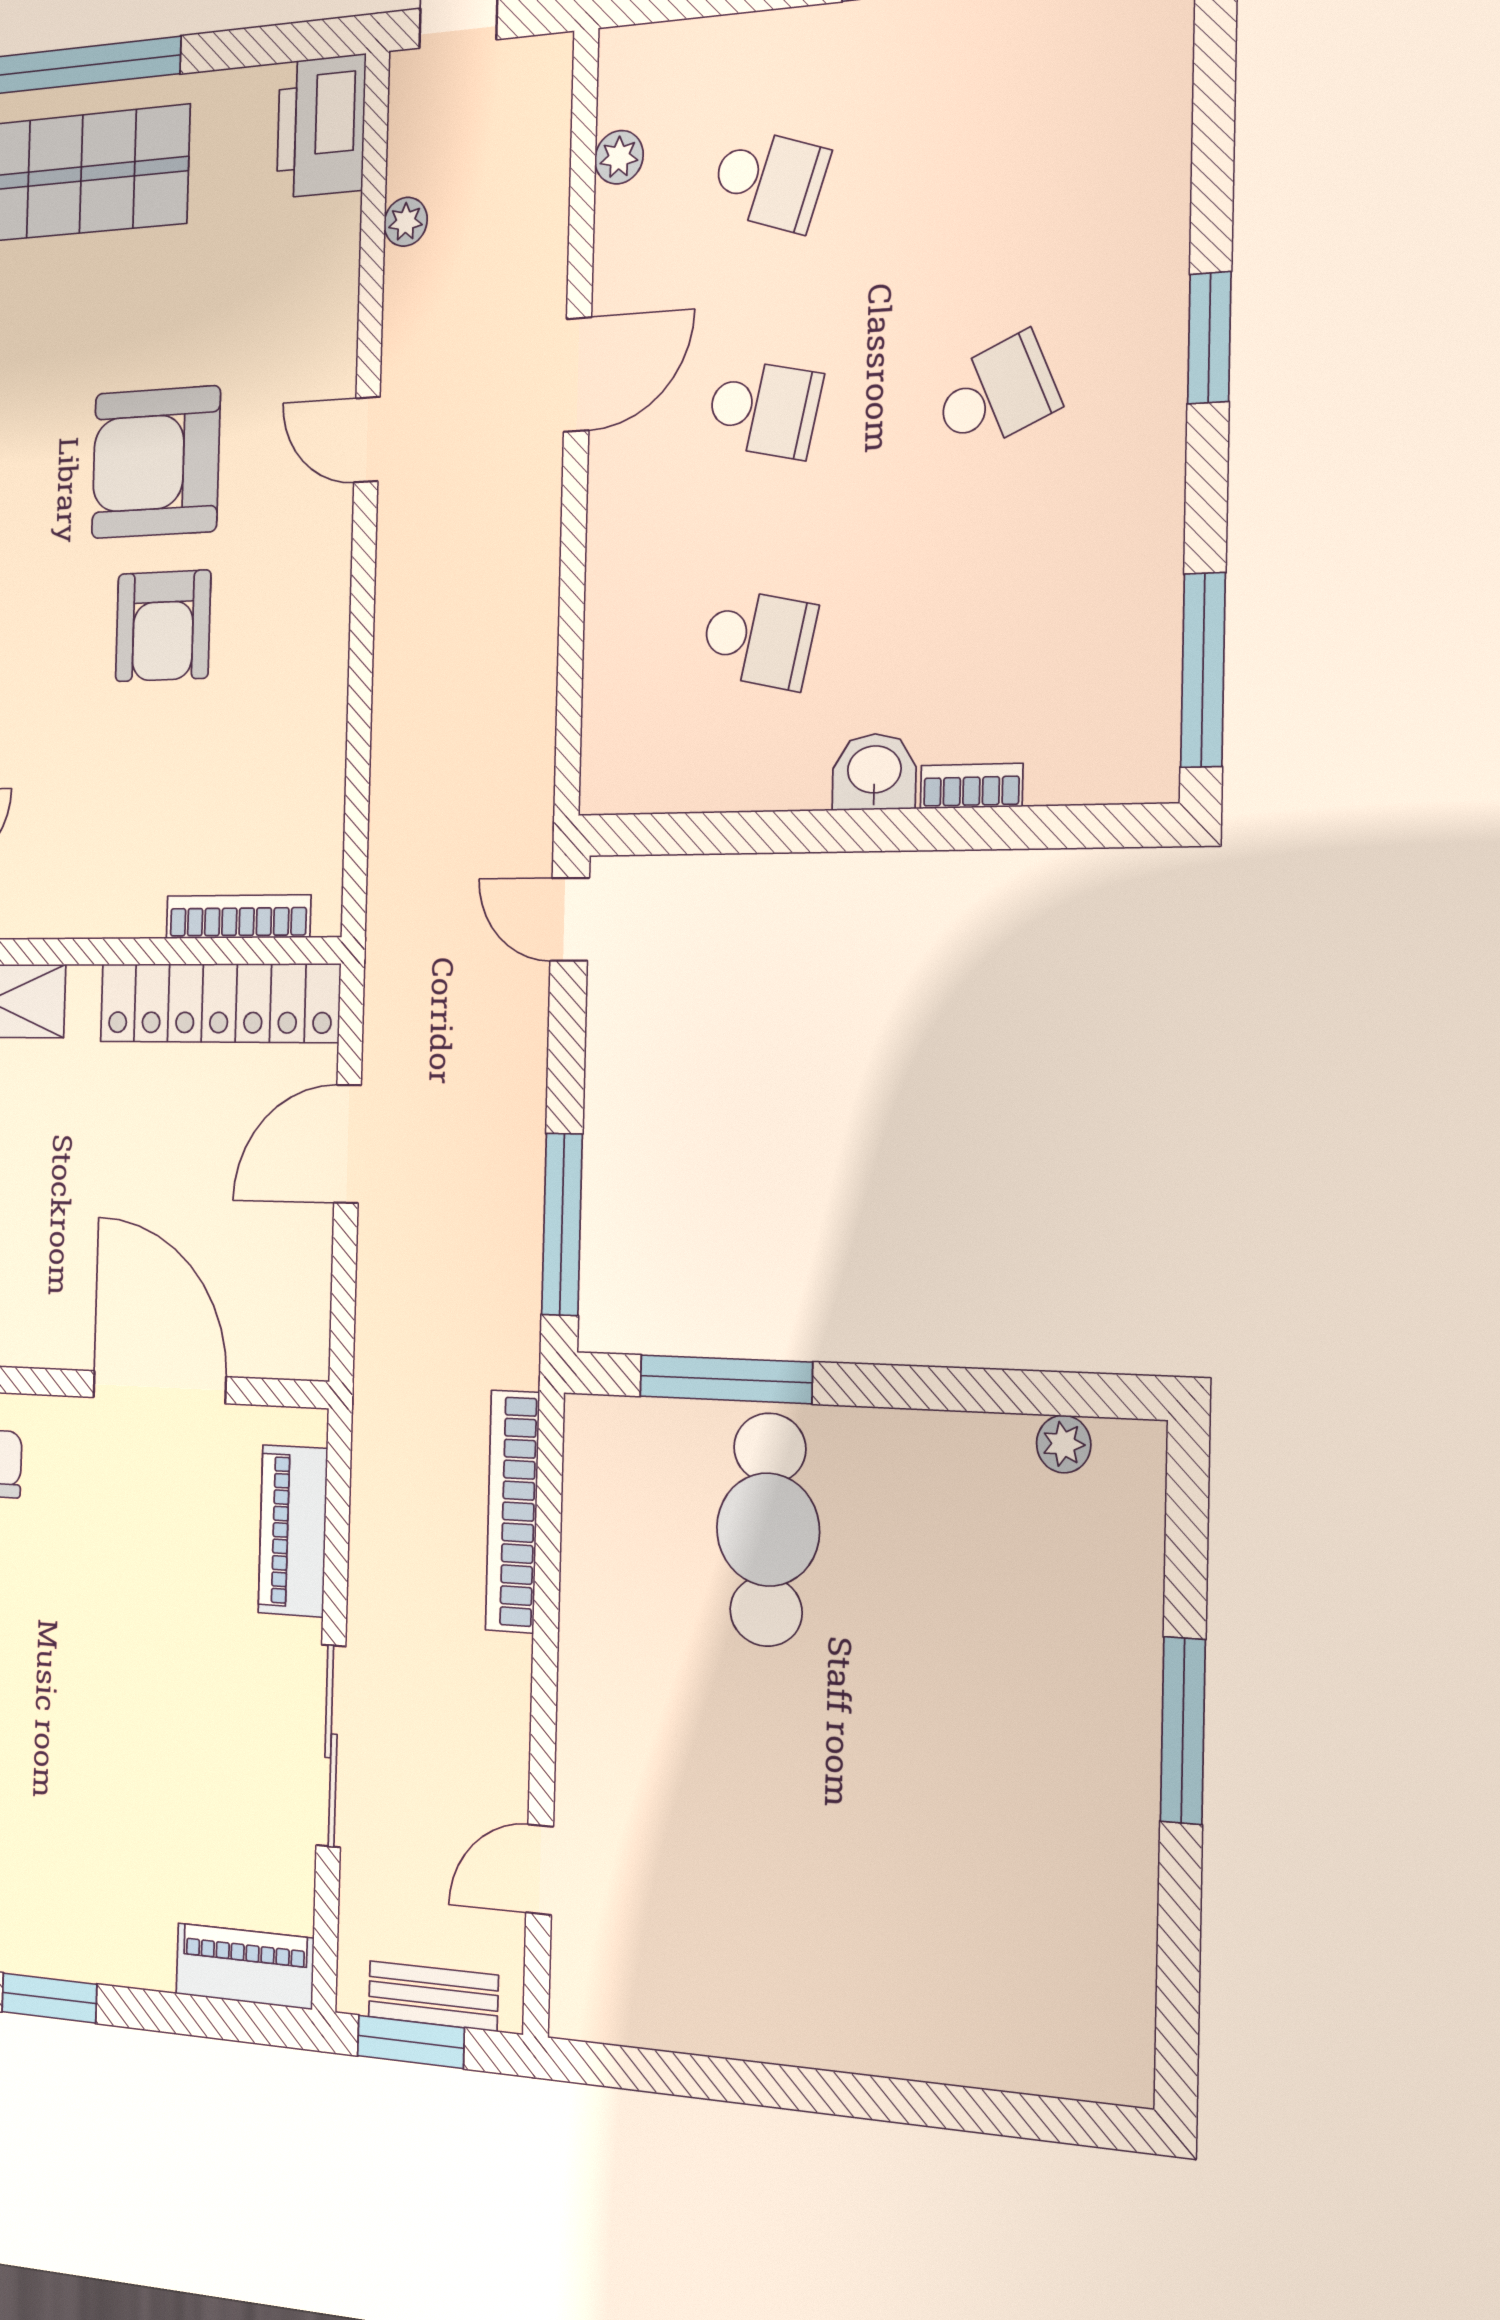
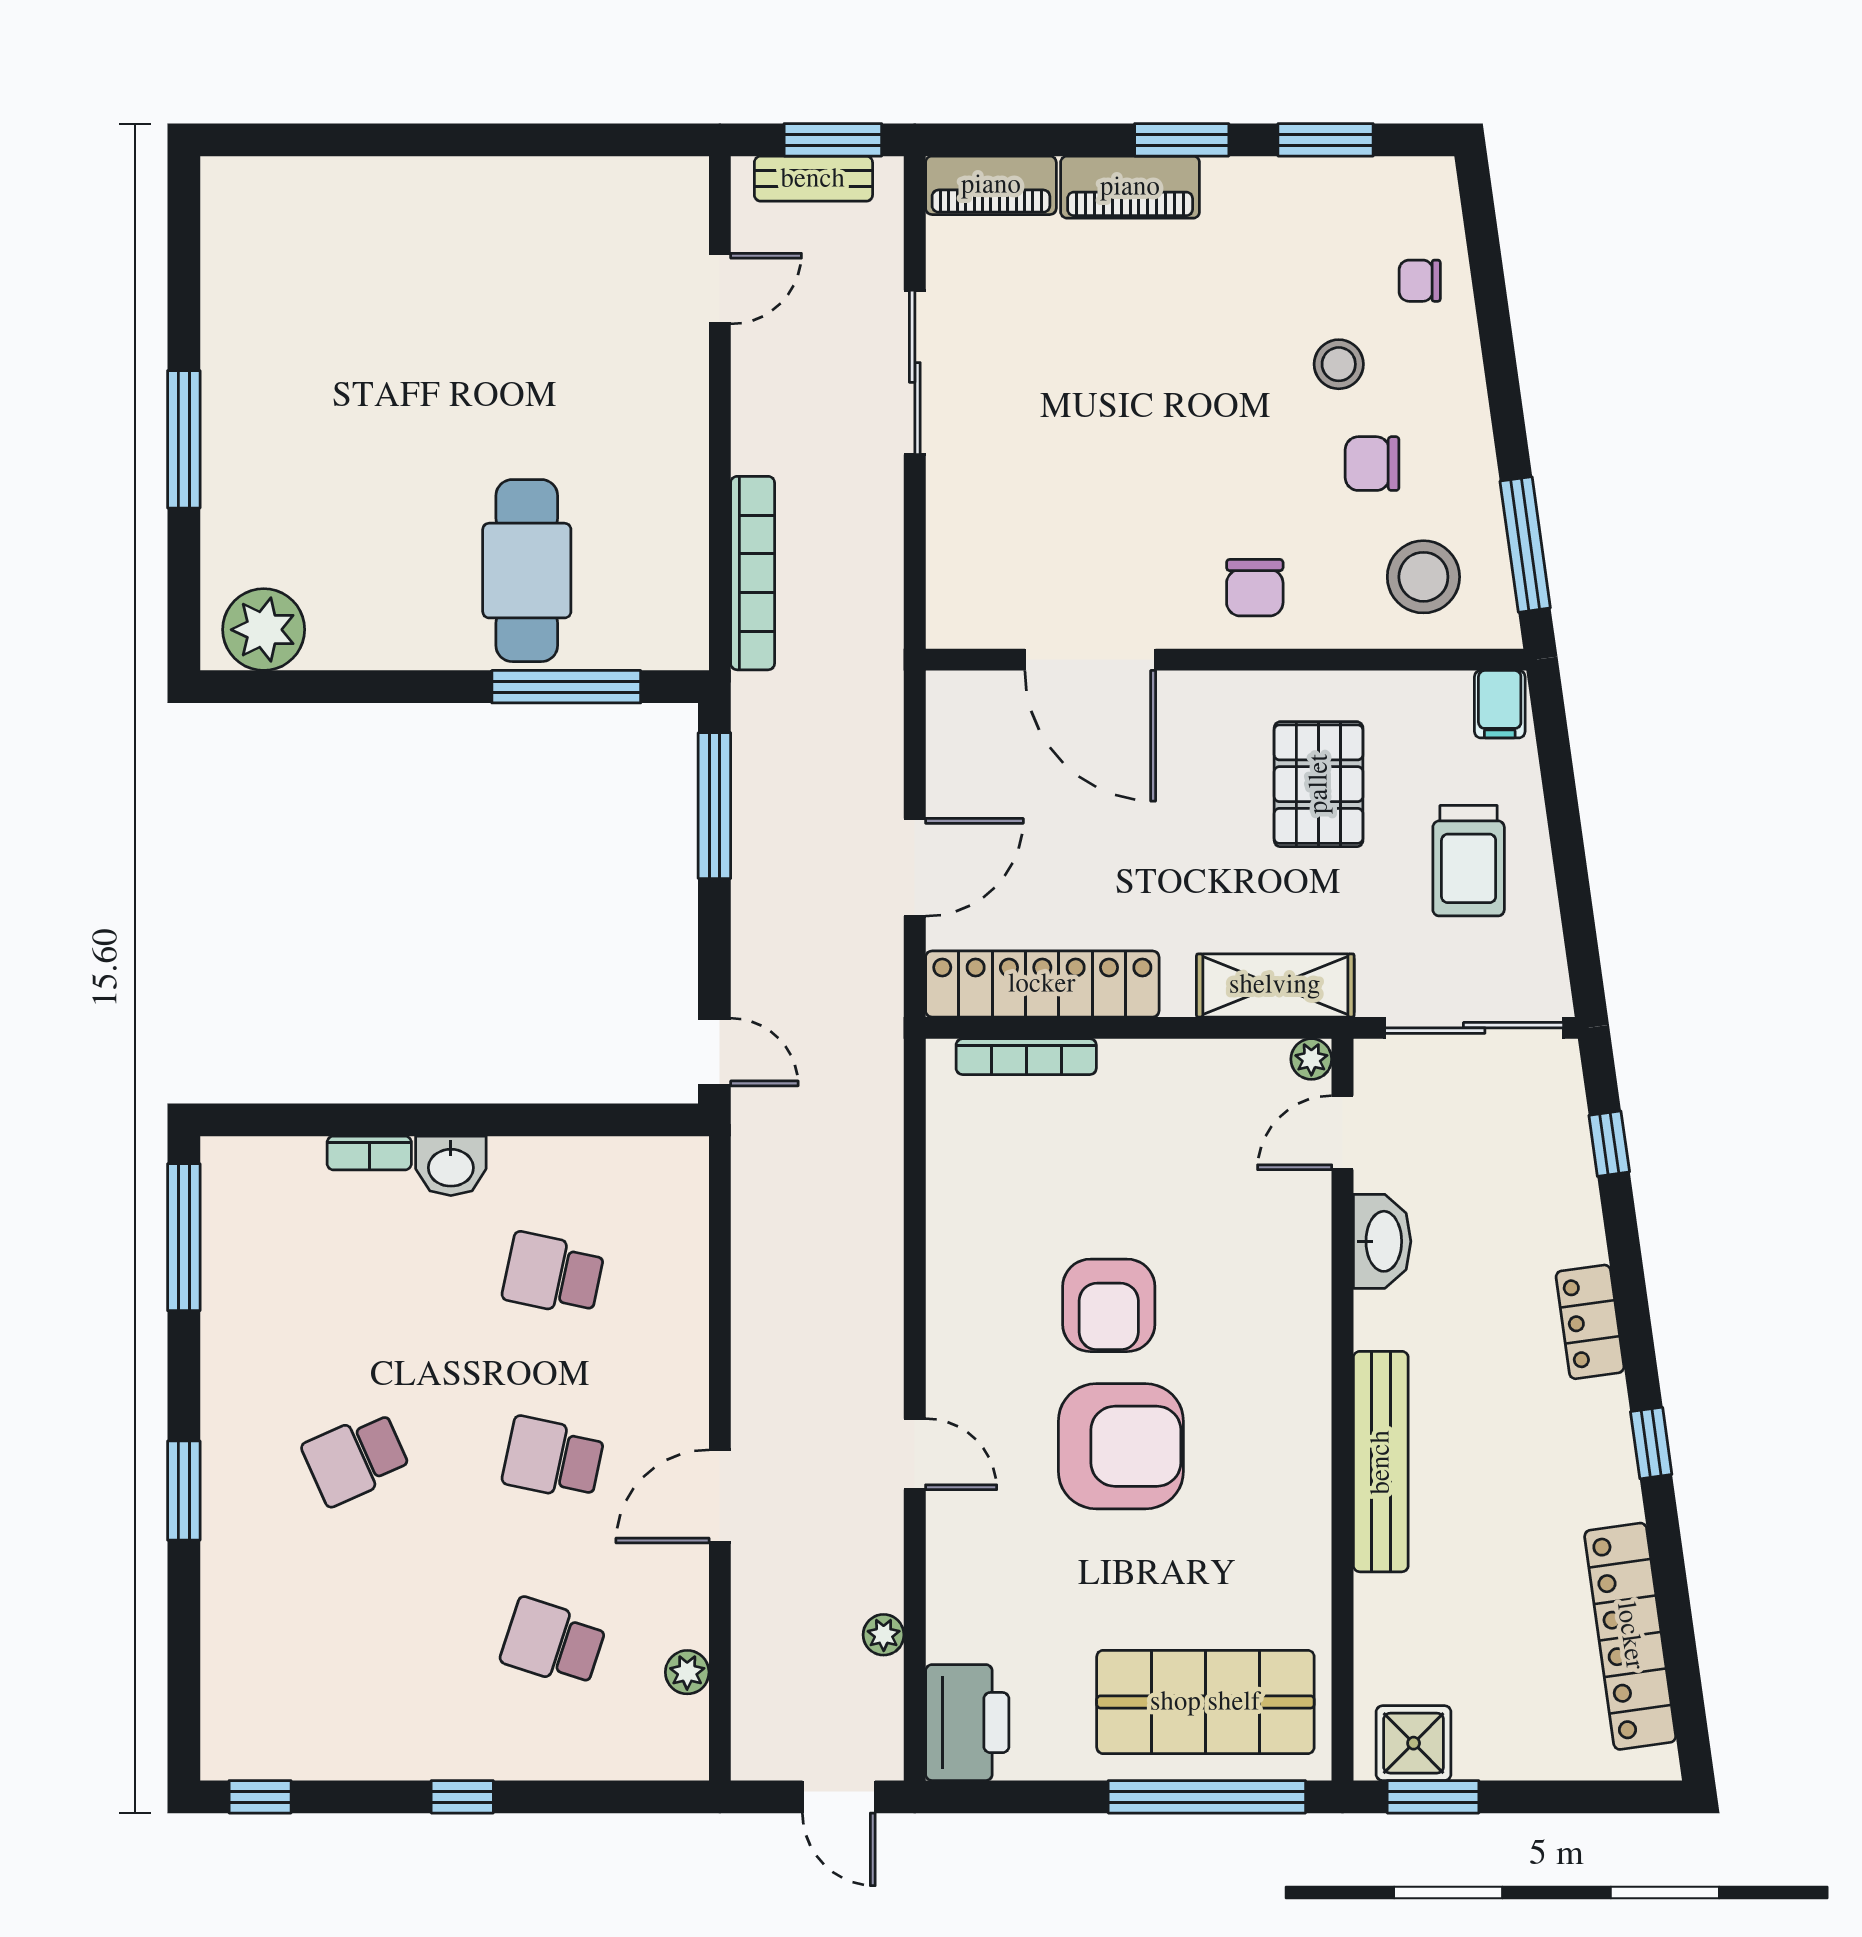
armchair: (163, 626) -> (1109, 1305), turned 180
plant: (1064, 1444) -> (264, 630), width x1.87, depth x1.87
piano: (293, 1531) -> (1130, 187), moved, turned 90

